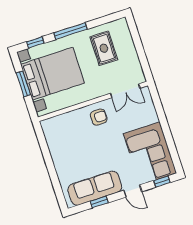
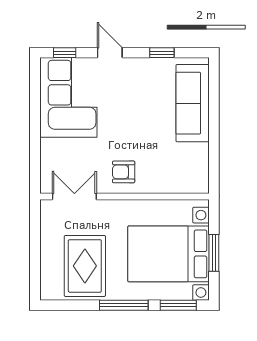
window: (35, 43) -> (178, 305), width x1.50
rug: (104, 48) -> (85, 266), width x1.36, depth x1.43
sofa: (95, 188) -> (193, 103), moved, turned 90

